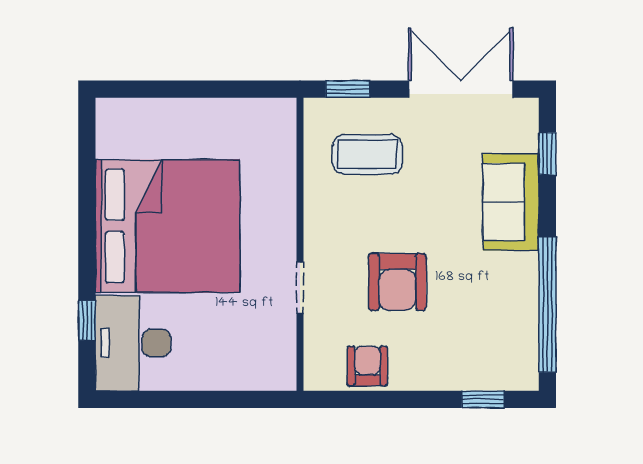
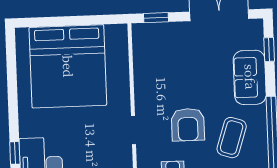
coffee table: (367, 154) -> (232, 138), moved, turned -72
bed: (168, 226) -> (68, 66), moved, turned 90

